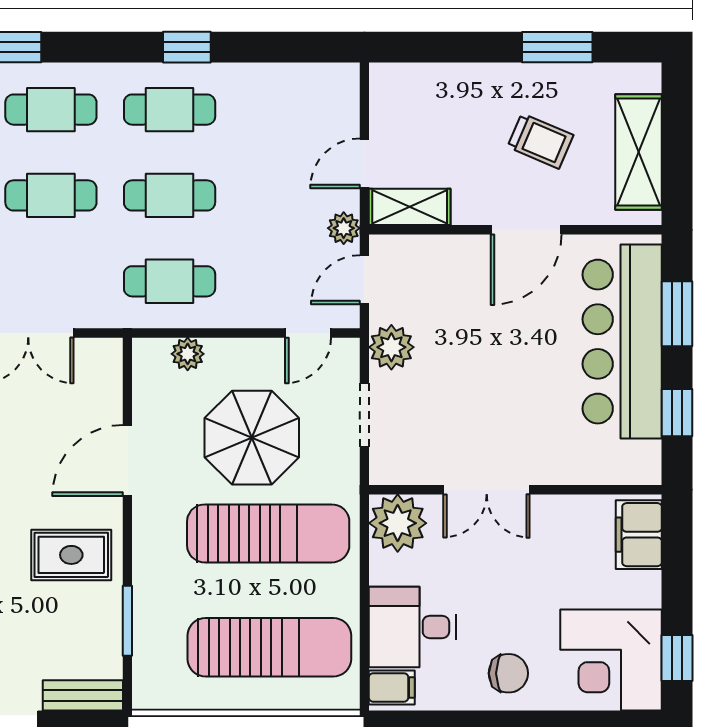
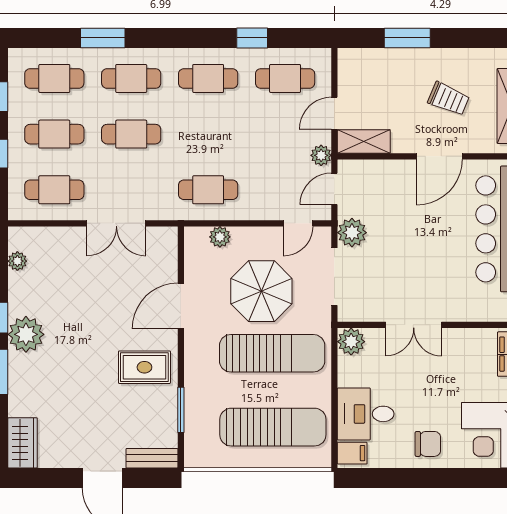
window: (187, 47) -> (252, 38), moved
window: (557, 47) -> (407, 38), moved
cafe table: (170, 195) -> (285, 78), moved
doorway: (364, 415) -> (334, 277), width x1.38
plant: (398, 523) -> (351, 342), width x0.73, depth x0.73

